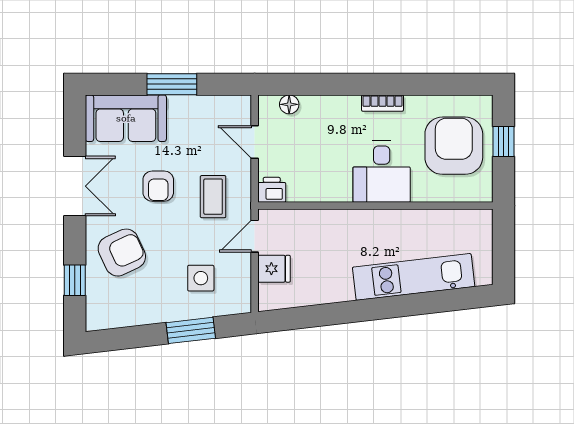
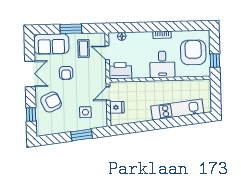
window: (503, 142) -> (215, 60), moved
printer: (272, 190) -> (120, 71), width x1.87, depth x1.48
coffee table: (213, 197) -> (84, 49), moved

